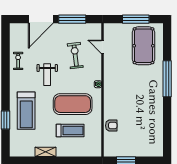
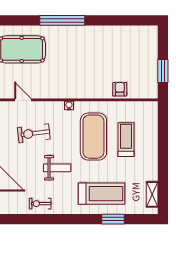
door: (103, 47) -> (23, 100), swing flipped
shelving: (46, 152) -> (152, 194), moved

